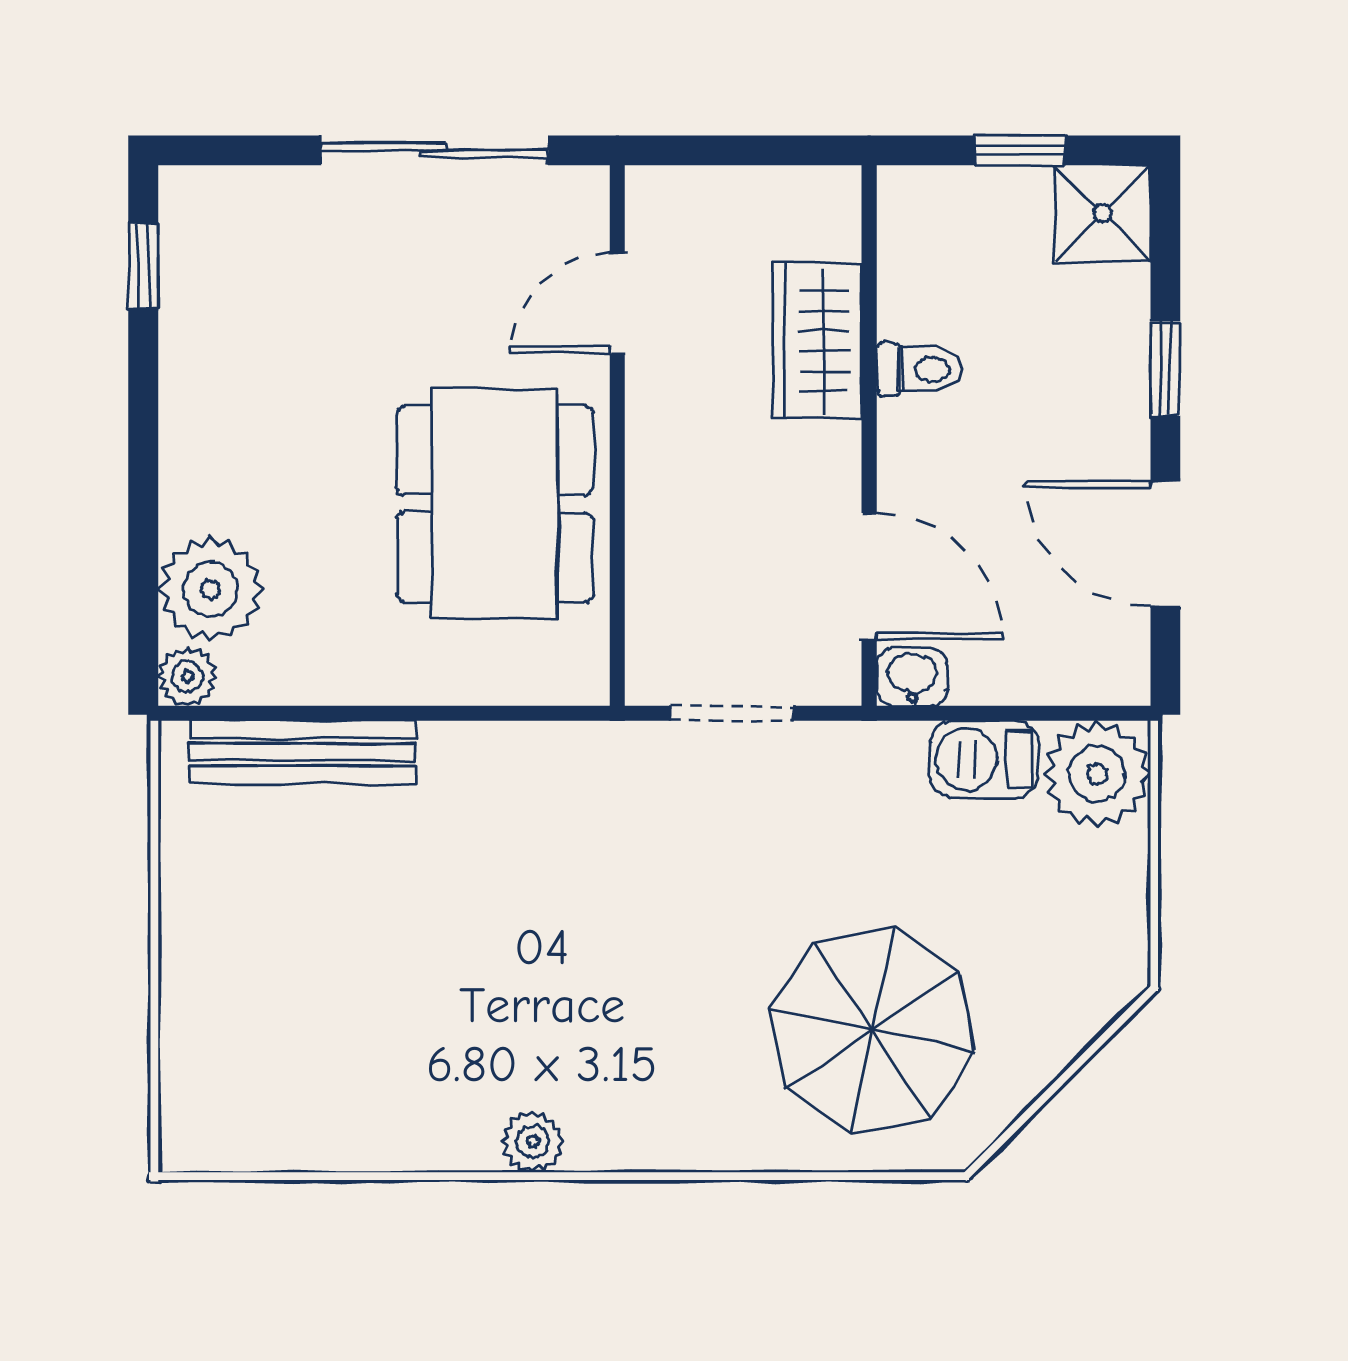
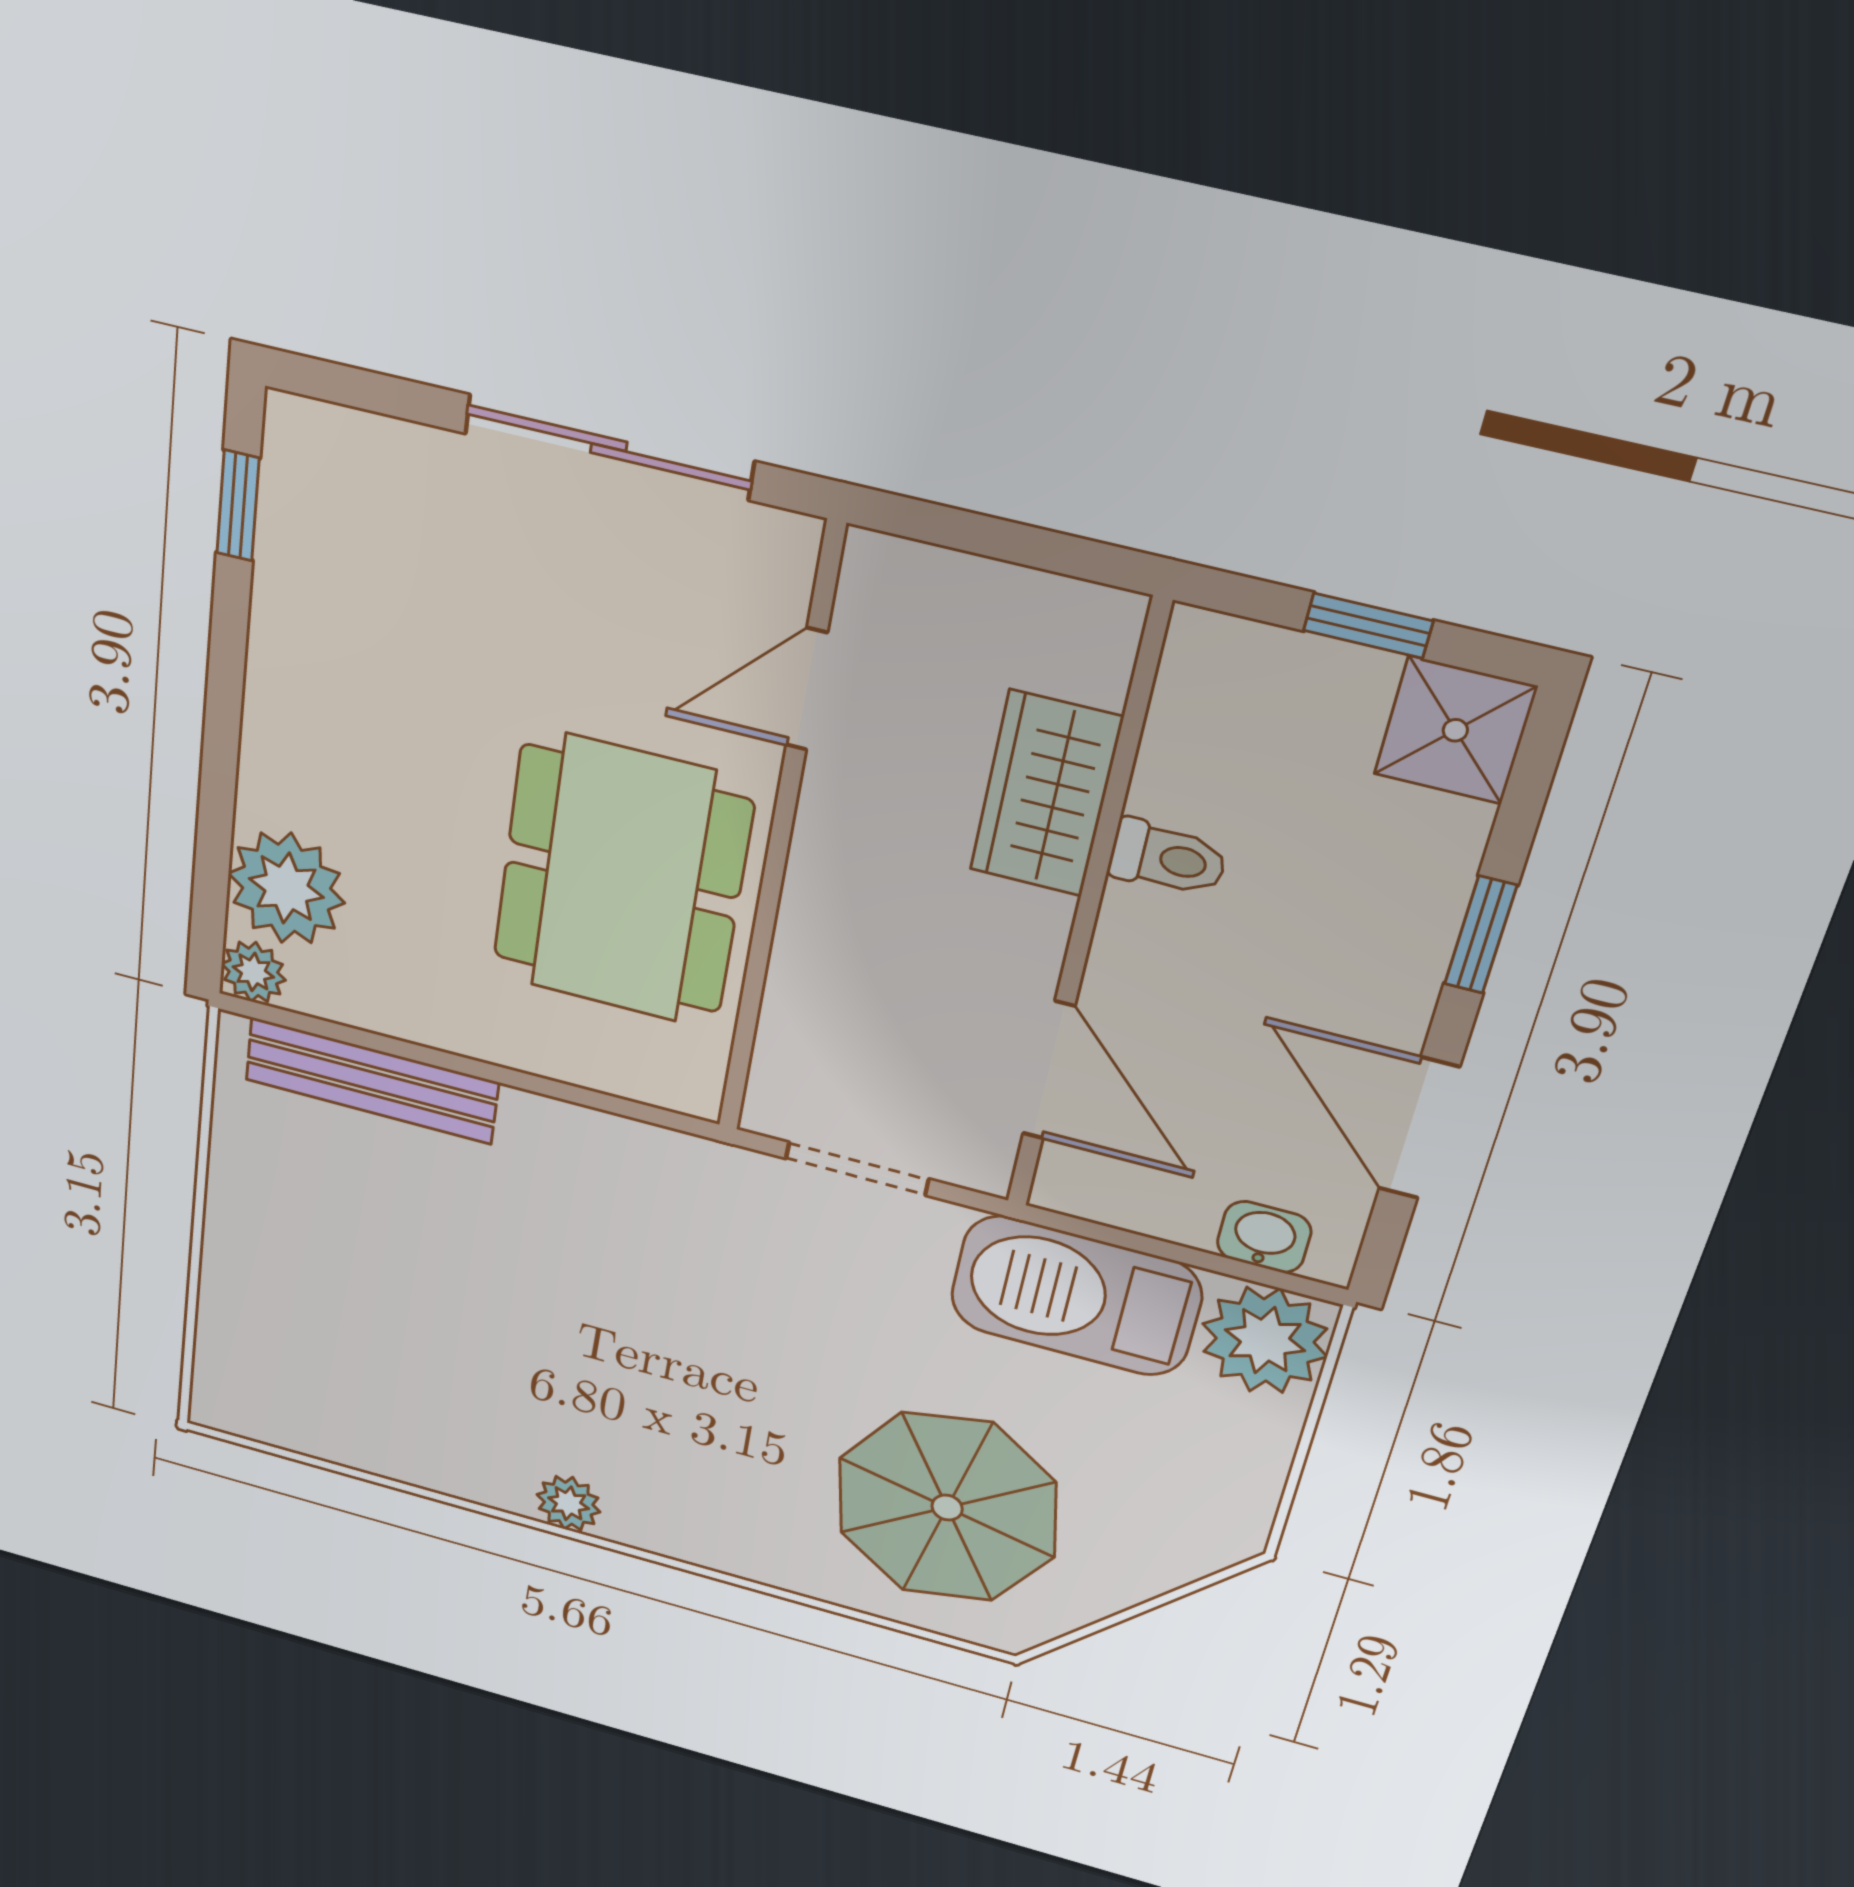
washbasin: (912, 677) -> (1264, 1237), moved
barbecue: (984, 759) -> (1076, 1296), width x1.88, depth x1.53

